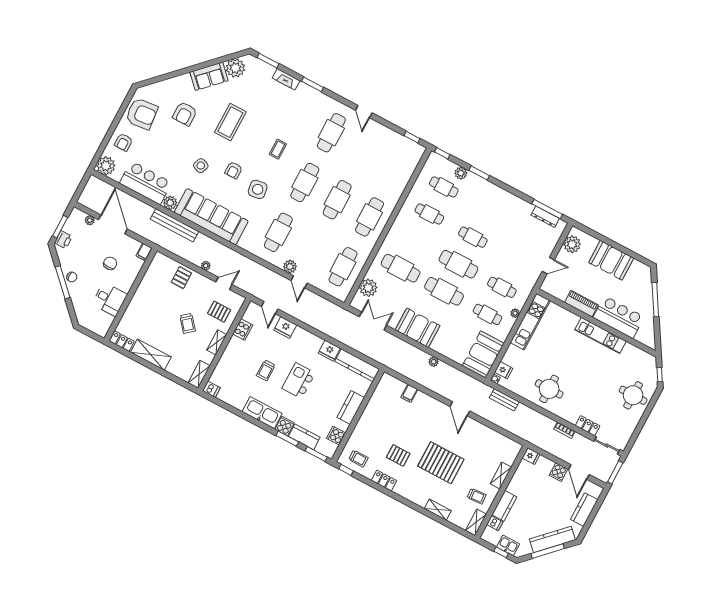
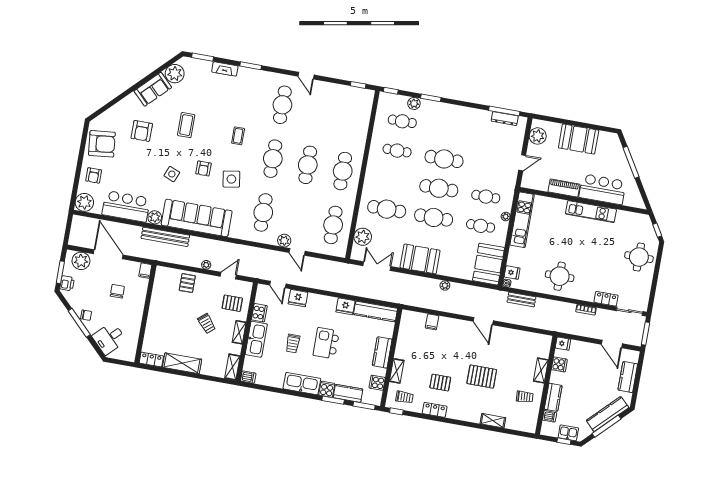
coffee table: (230, 122) -> (186, 125), width x0.73, depth x0.76
plant: (90, 220) -> (81, 261), width x1.88, depth x1.88
cafe table: (473, 237) -> (444, 159), width x1.37, depth x1.35
desk: (110, 299) -> (109, 338), moved, turned 135
kitchen sink: (231, 355) -> (256, 339), added
pallet: (441, 463) -> (482, 377), width x0.73, depth x0.71
cooker: (558, 472) -> (559, 364), moved, turned -90
shelving: (476, 522) -> (397, 371), moved

